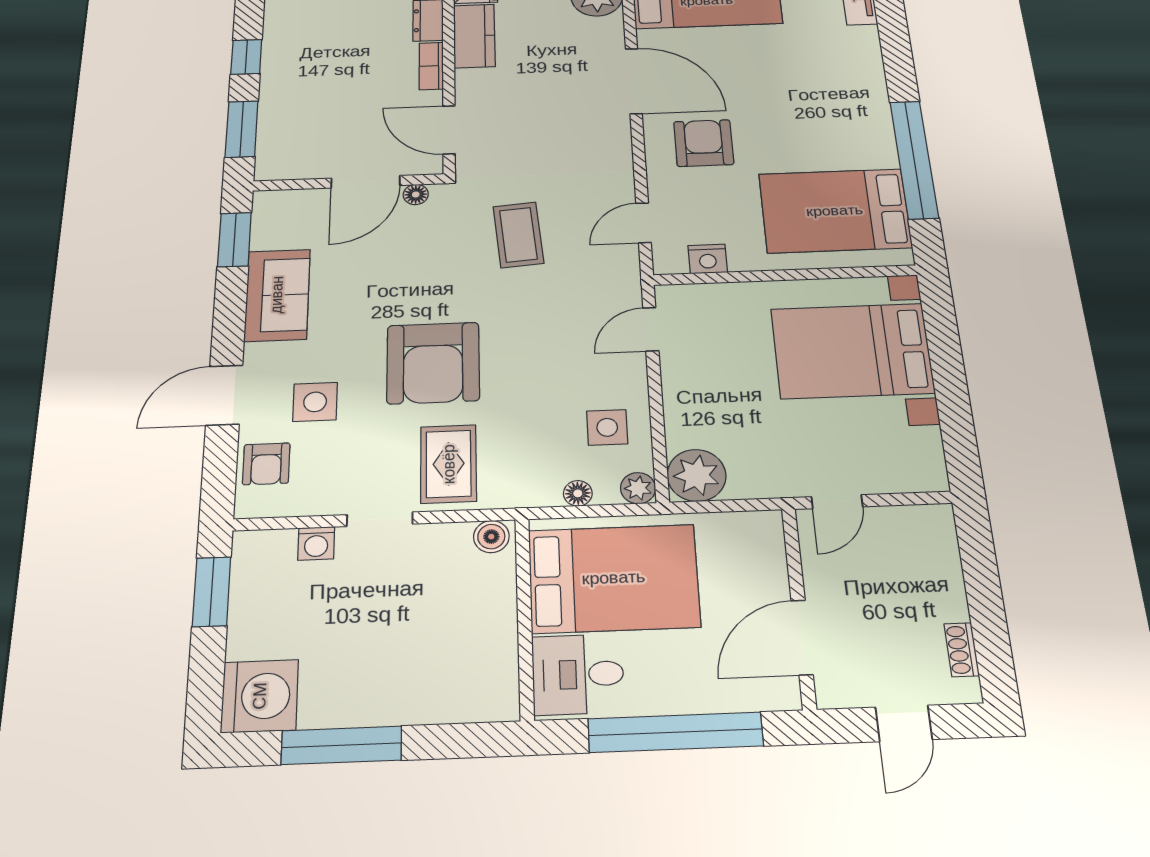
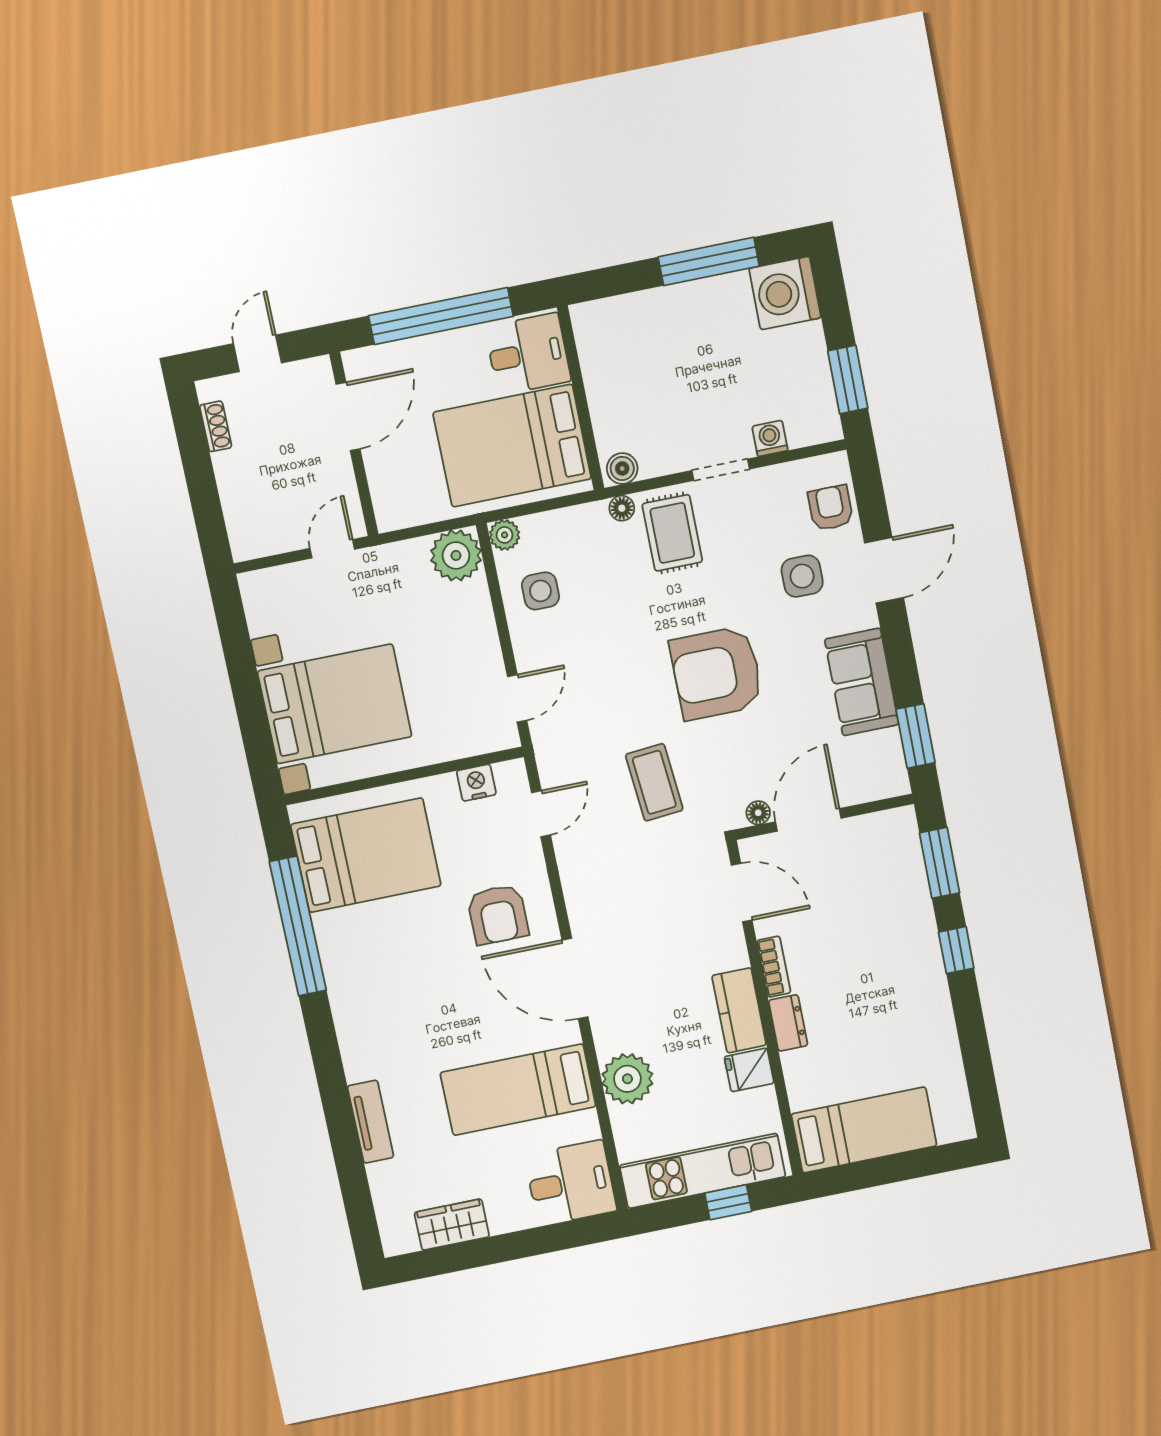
armchair: (433, 363) -> (717, 673), moved, turned -90
floor lamp: (578, 493) -> (622, 508), moved

